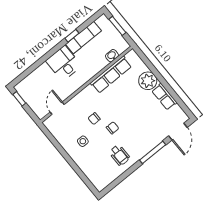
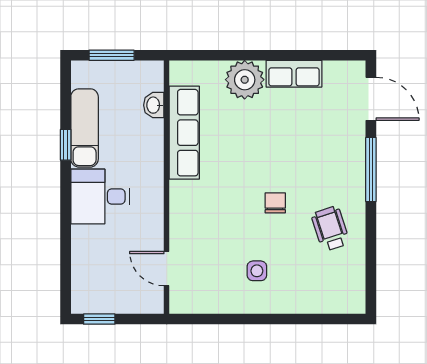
chair: (94, 119) -> (235, 221), removed
wheelchair: (120, 155) -> (330, 229), turned -108

